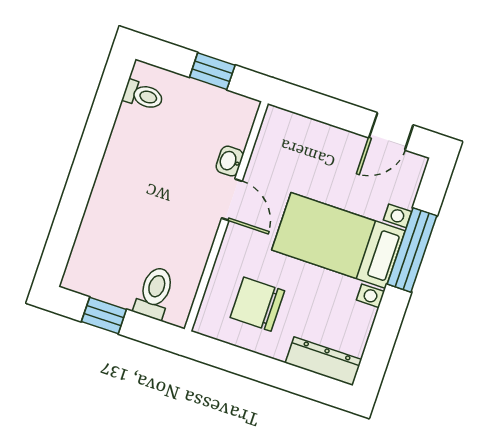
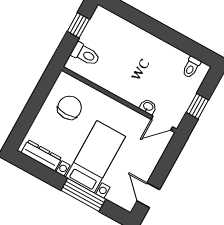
door: (232, 200) -> (162, 123), moved
dresser: (324, 361) -> (41, 155), moved, turned -90

